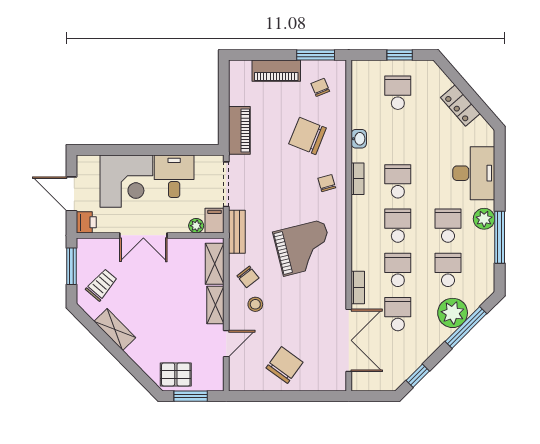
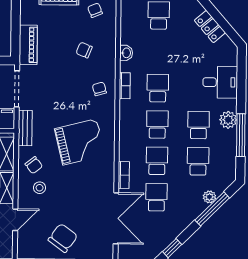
chair: (308, 136) -> (84, 50), width x0.54, depth x0.54
desk: (474, 173) -> (220, 82), width x0.73
plant: (453, 313) -> (209, 197), width x0.53, depth x0.53

